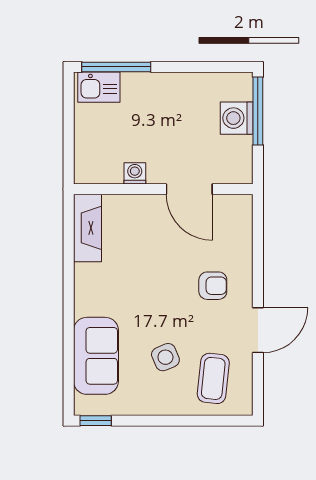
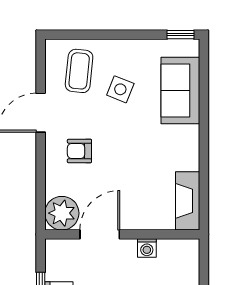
door: (189, 189) -> (100, 234), hinge flipped
plant: (233, 214) -> (62, 213), added
side table: (165, 357) -> (120, 89), turned 45

